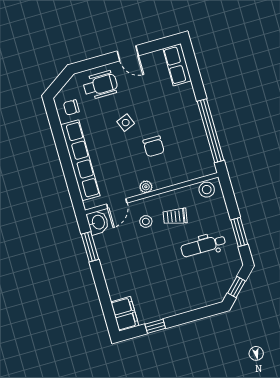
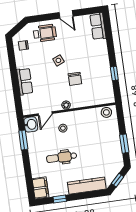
window: (211, 131) -> (114, 73), width x0.32
row of seats: (80, 160) -> (25, 81), width x0.50
trolley: (175, 216) -> (83, 127), removed
dental chair: (203, 246) -> (62, 157), moved
kitchen counter: (192, 301) -> (87, 186), added

